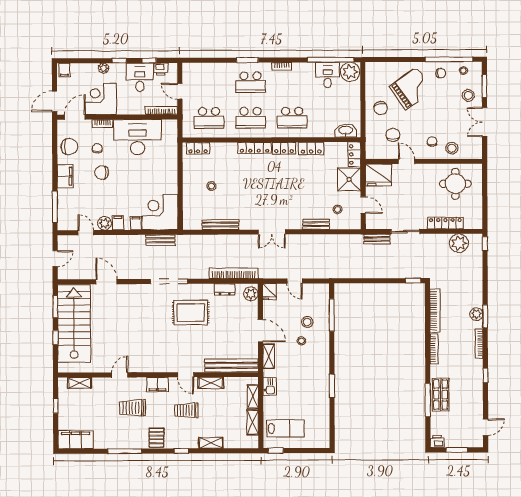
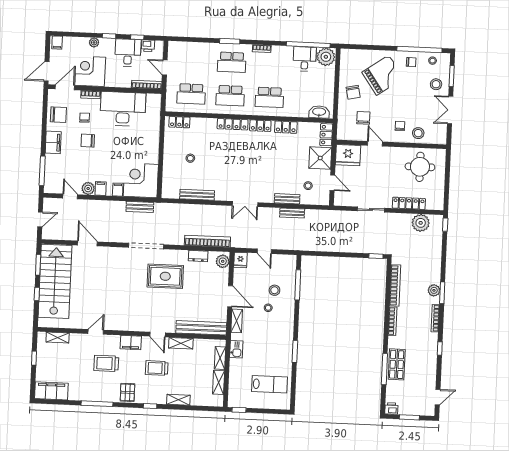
bench: (377, 239) -> (292, 213), moved
lab bench: (285, 428) -> (269, 384), moved

